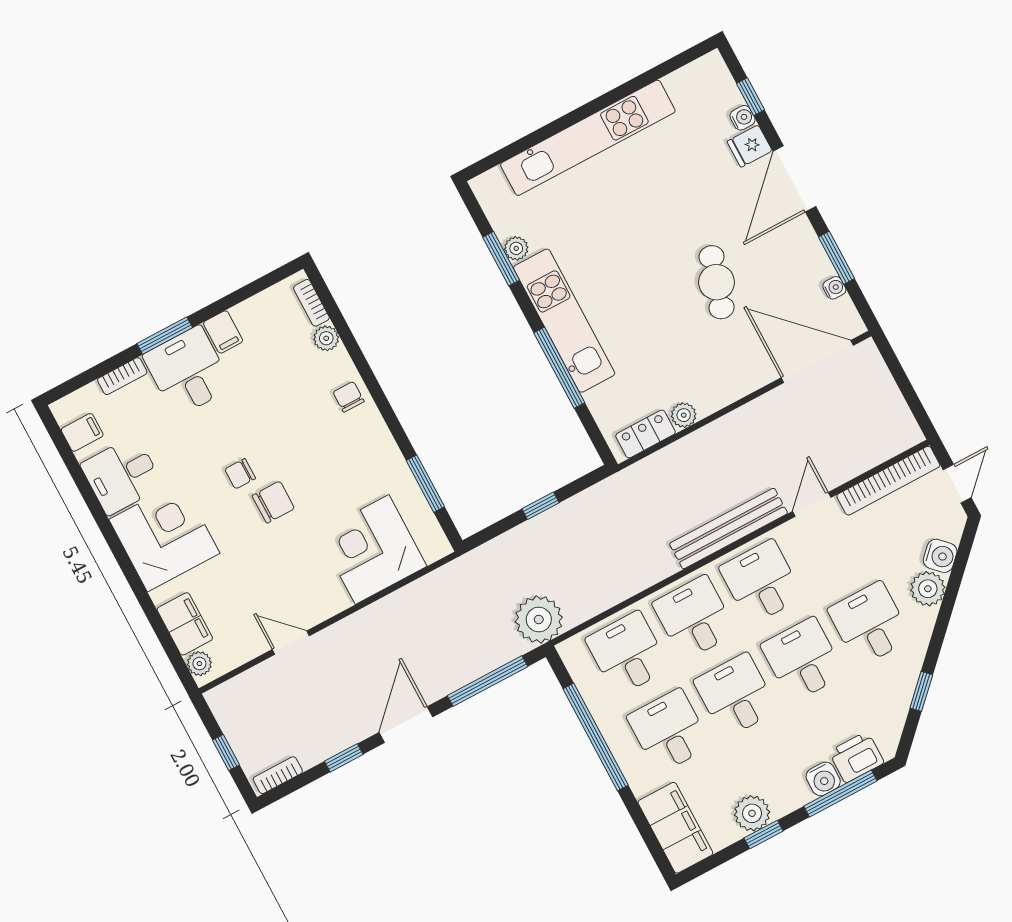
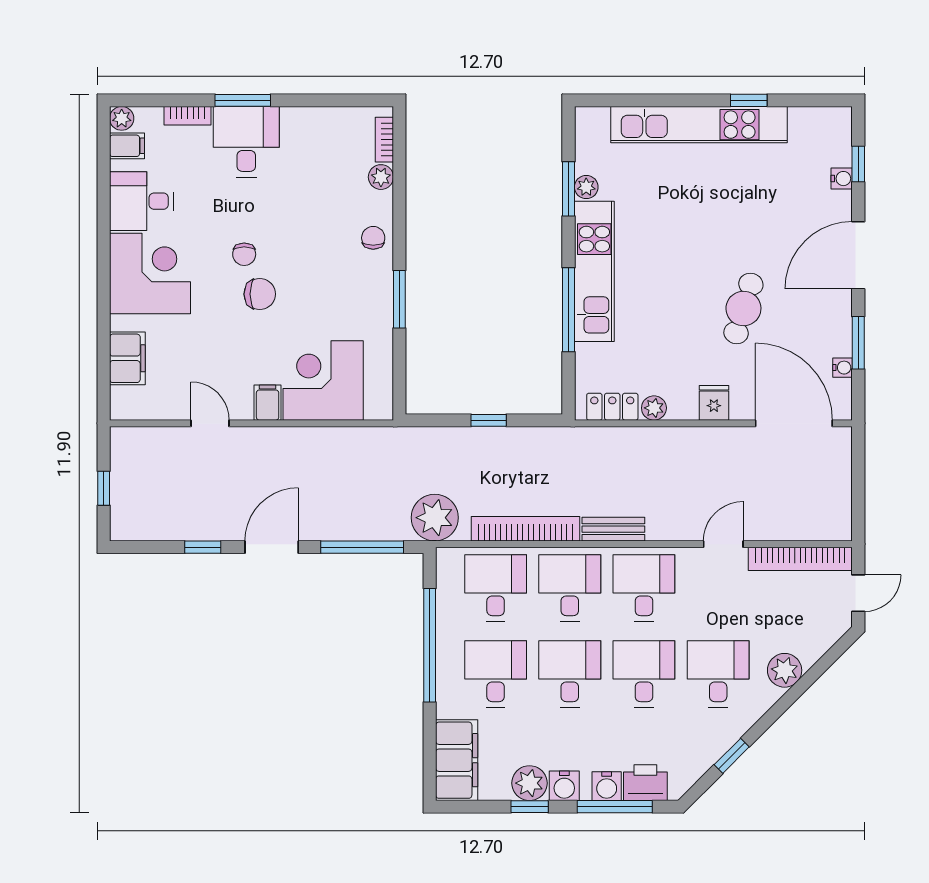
window: (621, 92) -> (749, 100), added
fridge: (750, 146) -> (714, 403), moved, turned 90
filing cabinet: (223, 332) -> (268, 403), moved, turned 180
chair: (240, 474) -> (244, 254), turned -90
window: (425, 484) -> (399, 299), moved
bench: (729, 529) -> (613, 529), width x0.54, depth x0.82
water cooler: (940, 556) -> (564, 786), moved, turned 45
plant: (199, 664) -> (122, 118), moved
bookcase: (278, 775) -> (526, 529), moved, width x2.31, depth x1.31

